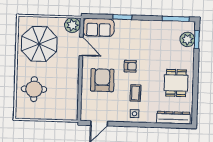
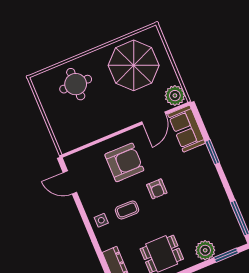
plant: (187, 39) -> (205, 250), moved

